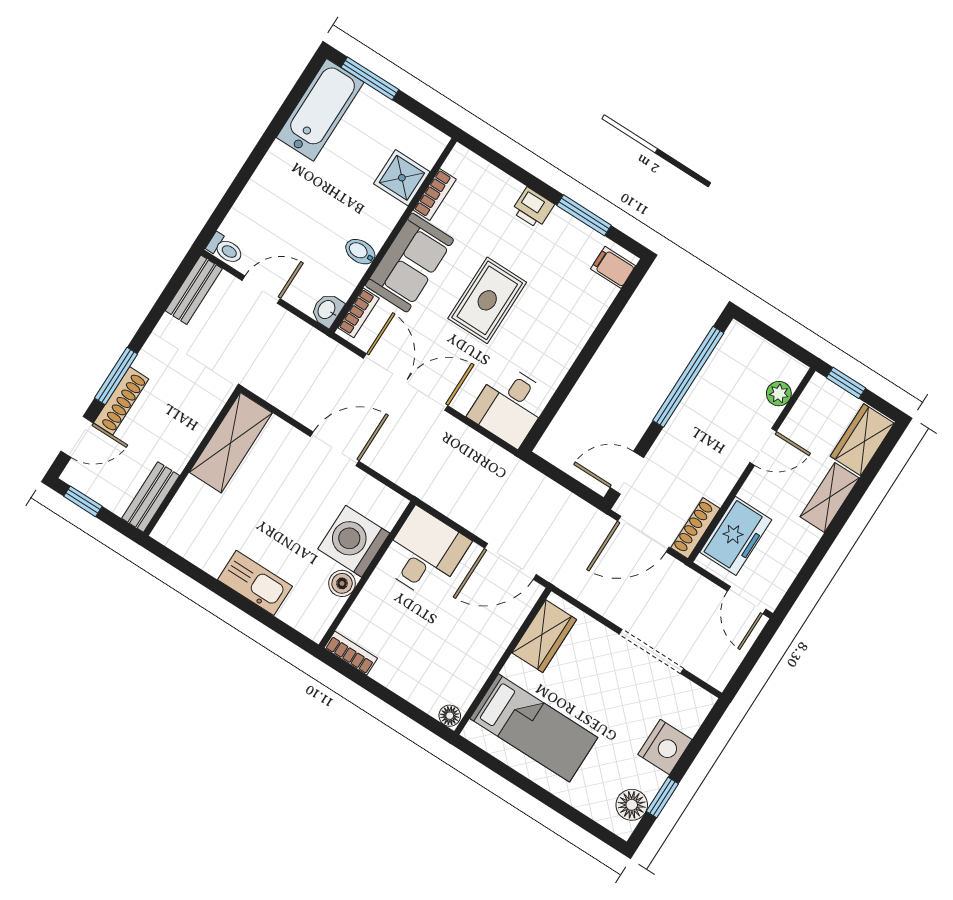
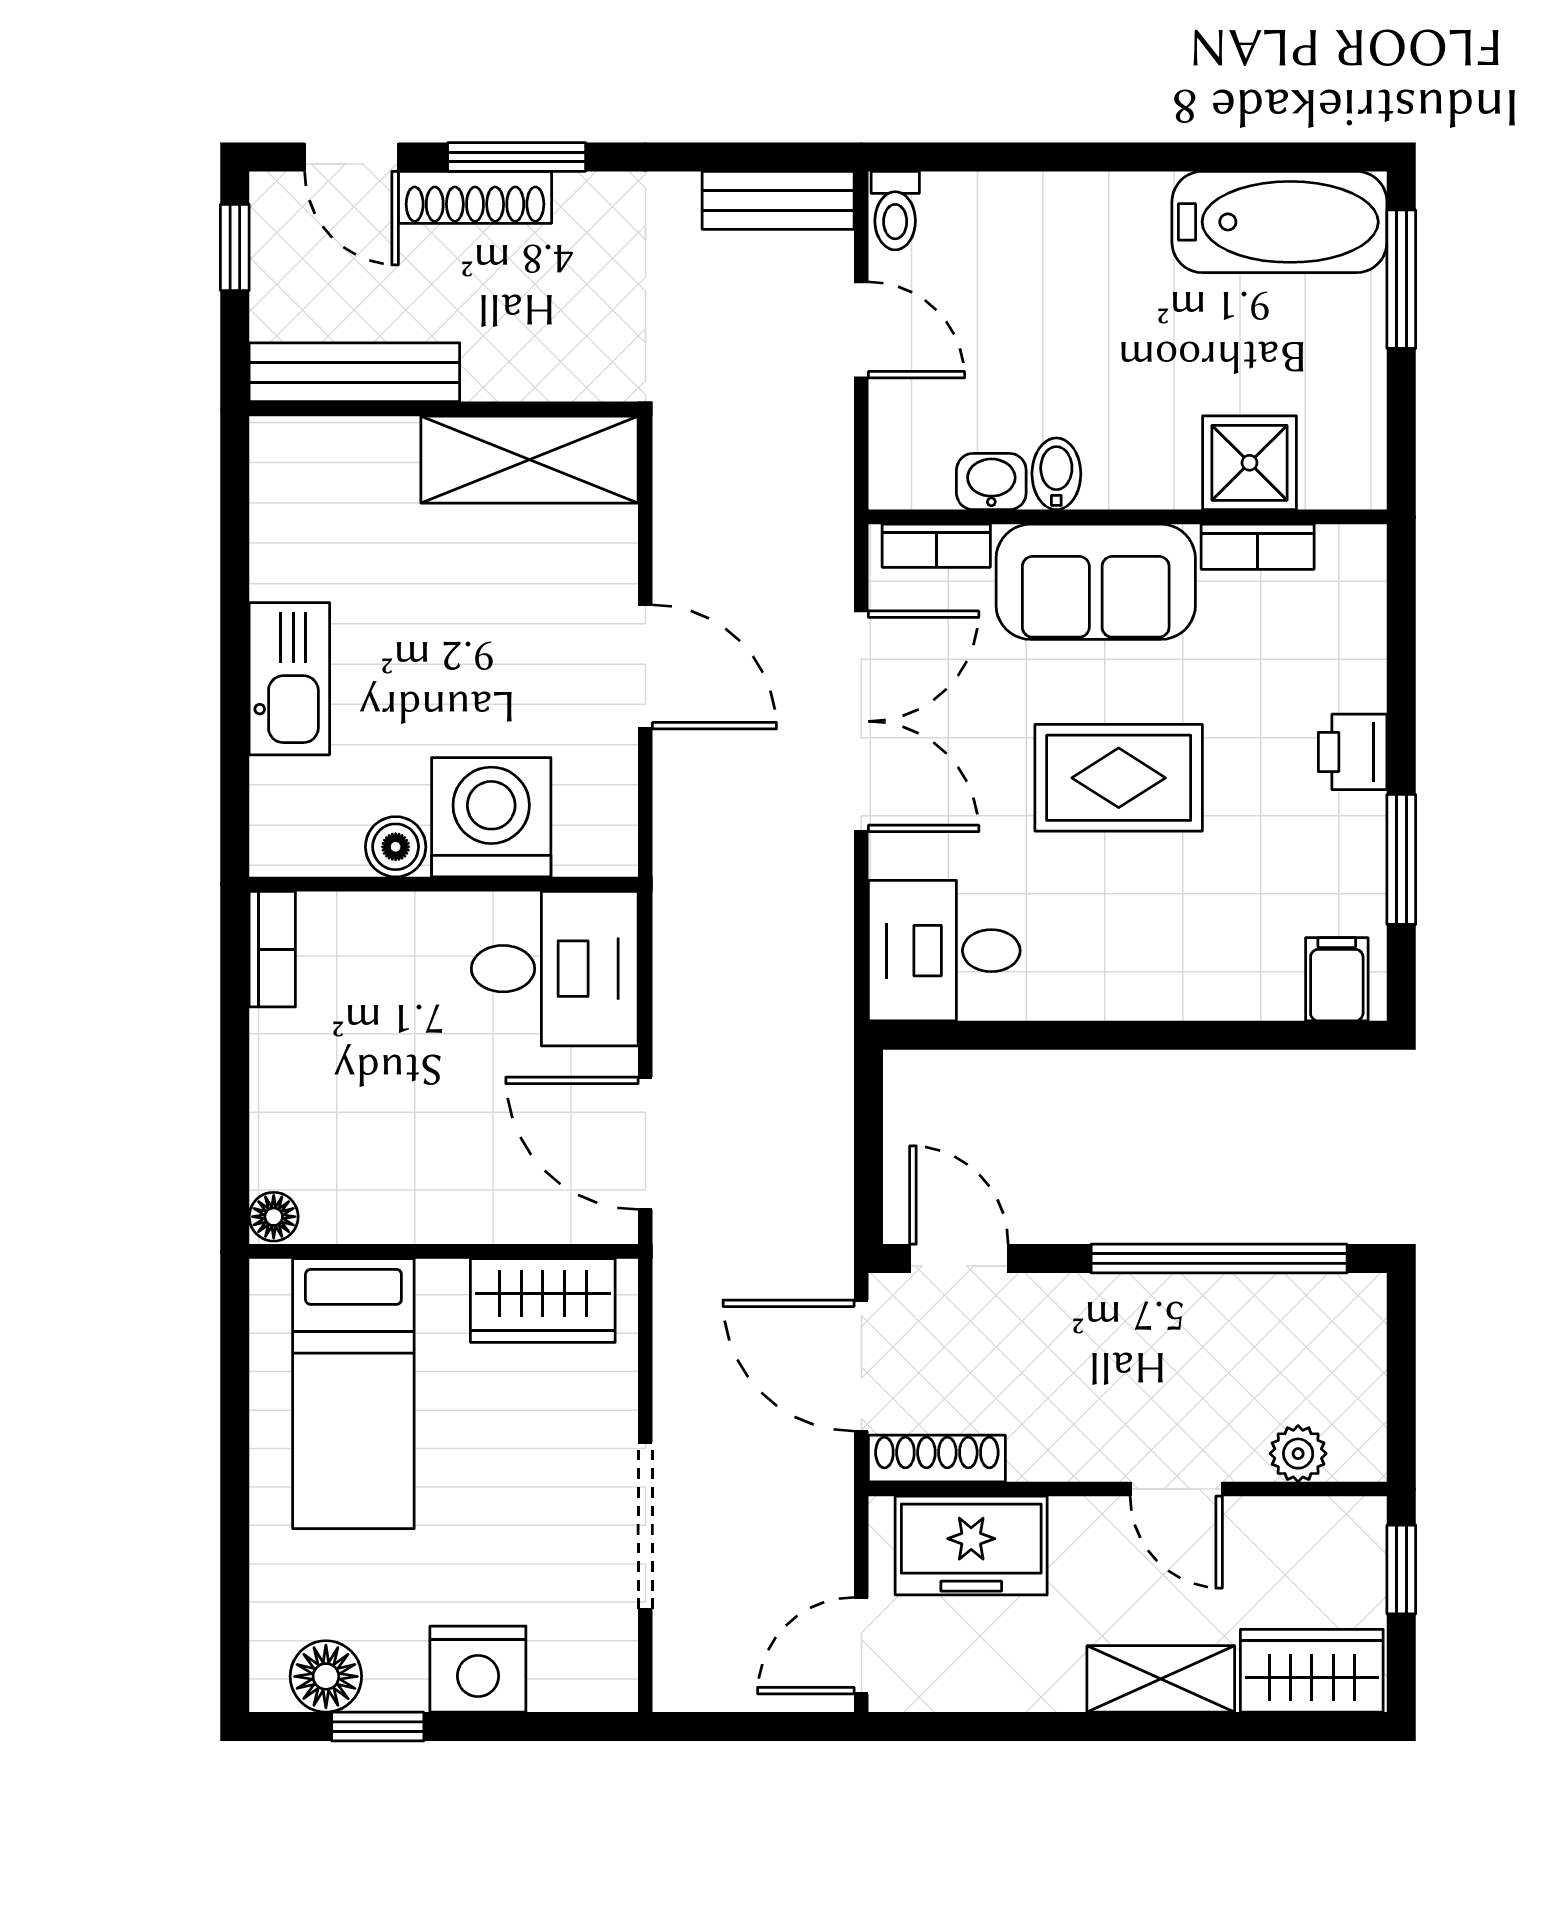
washbasin: (327, 310) -> (991, 482), moved
bench: (151, 497) -> (354, 372), width x1.36

